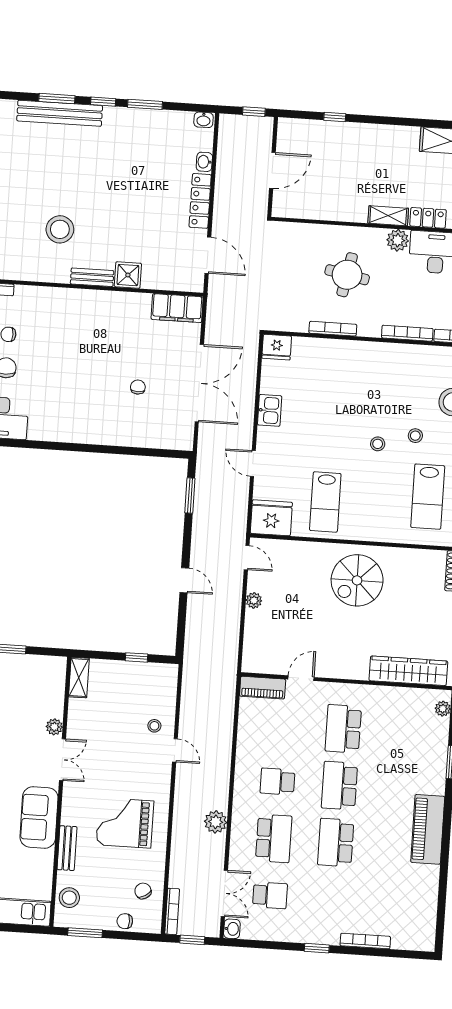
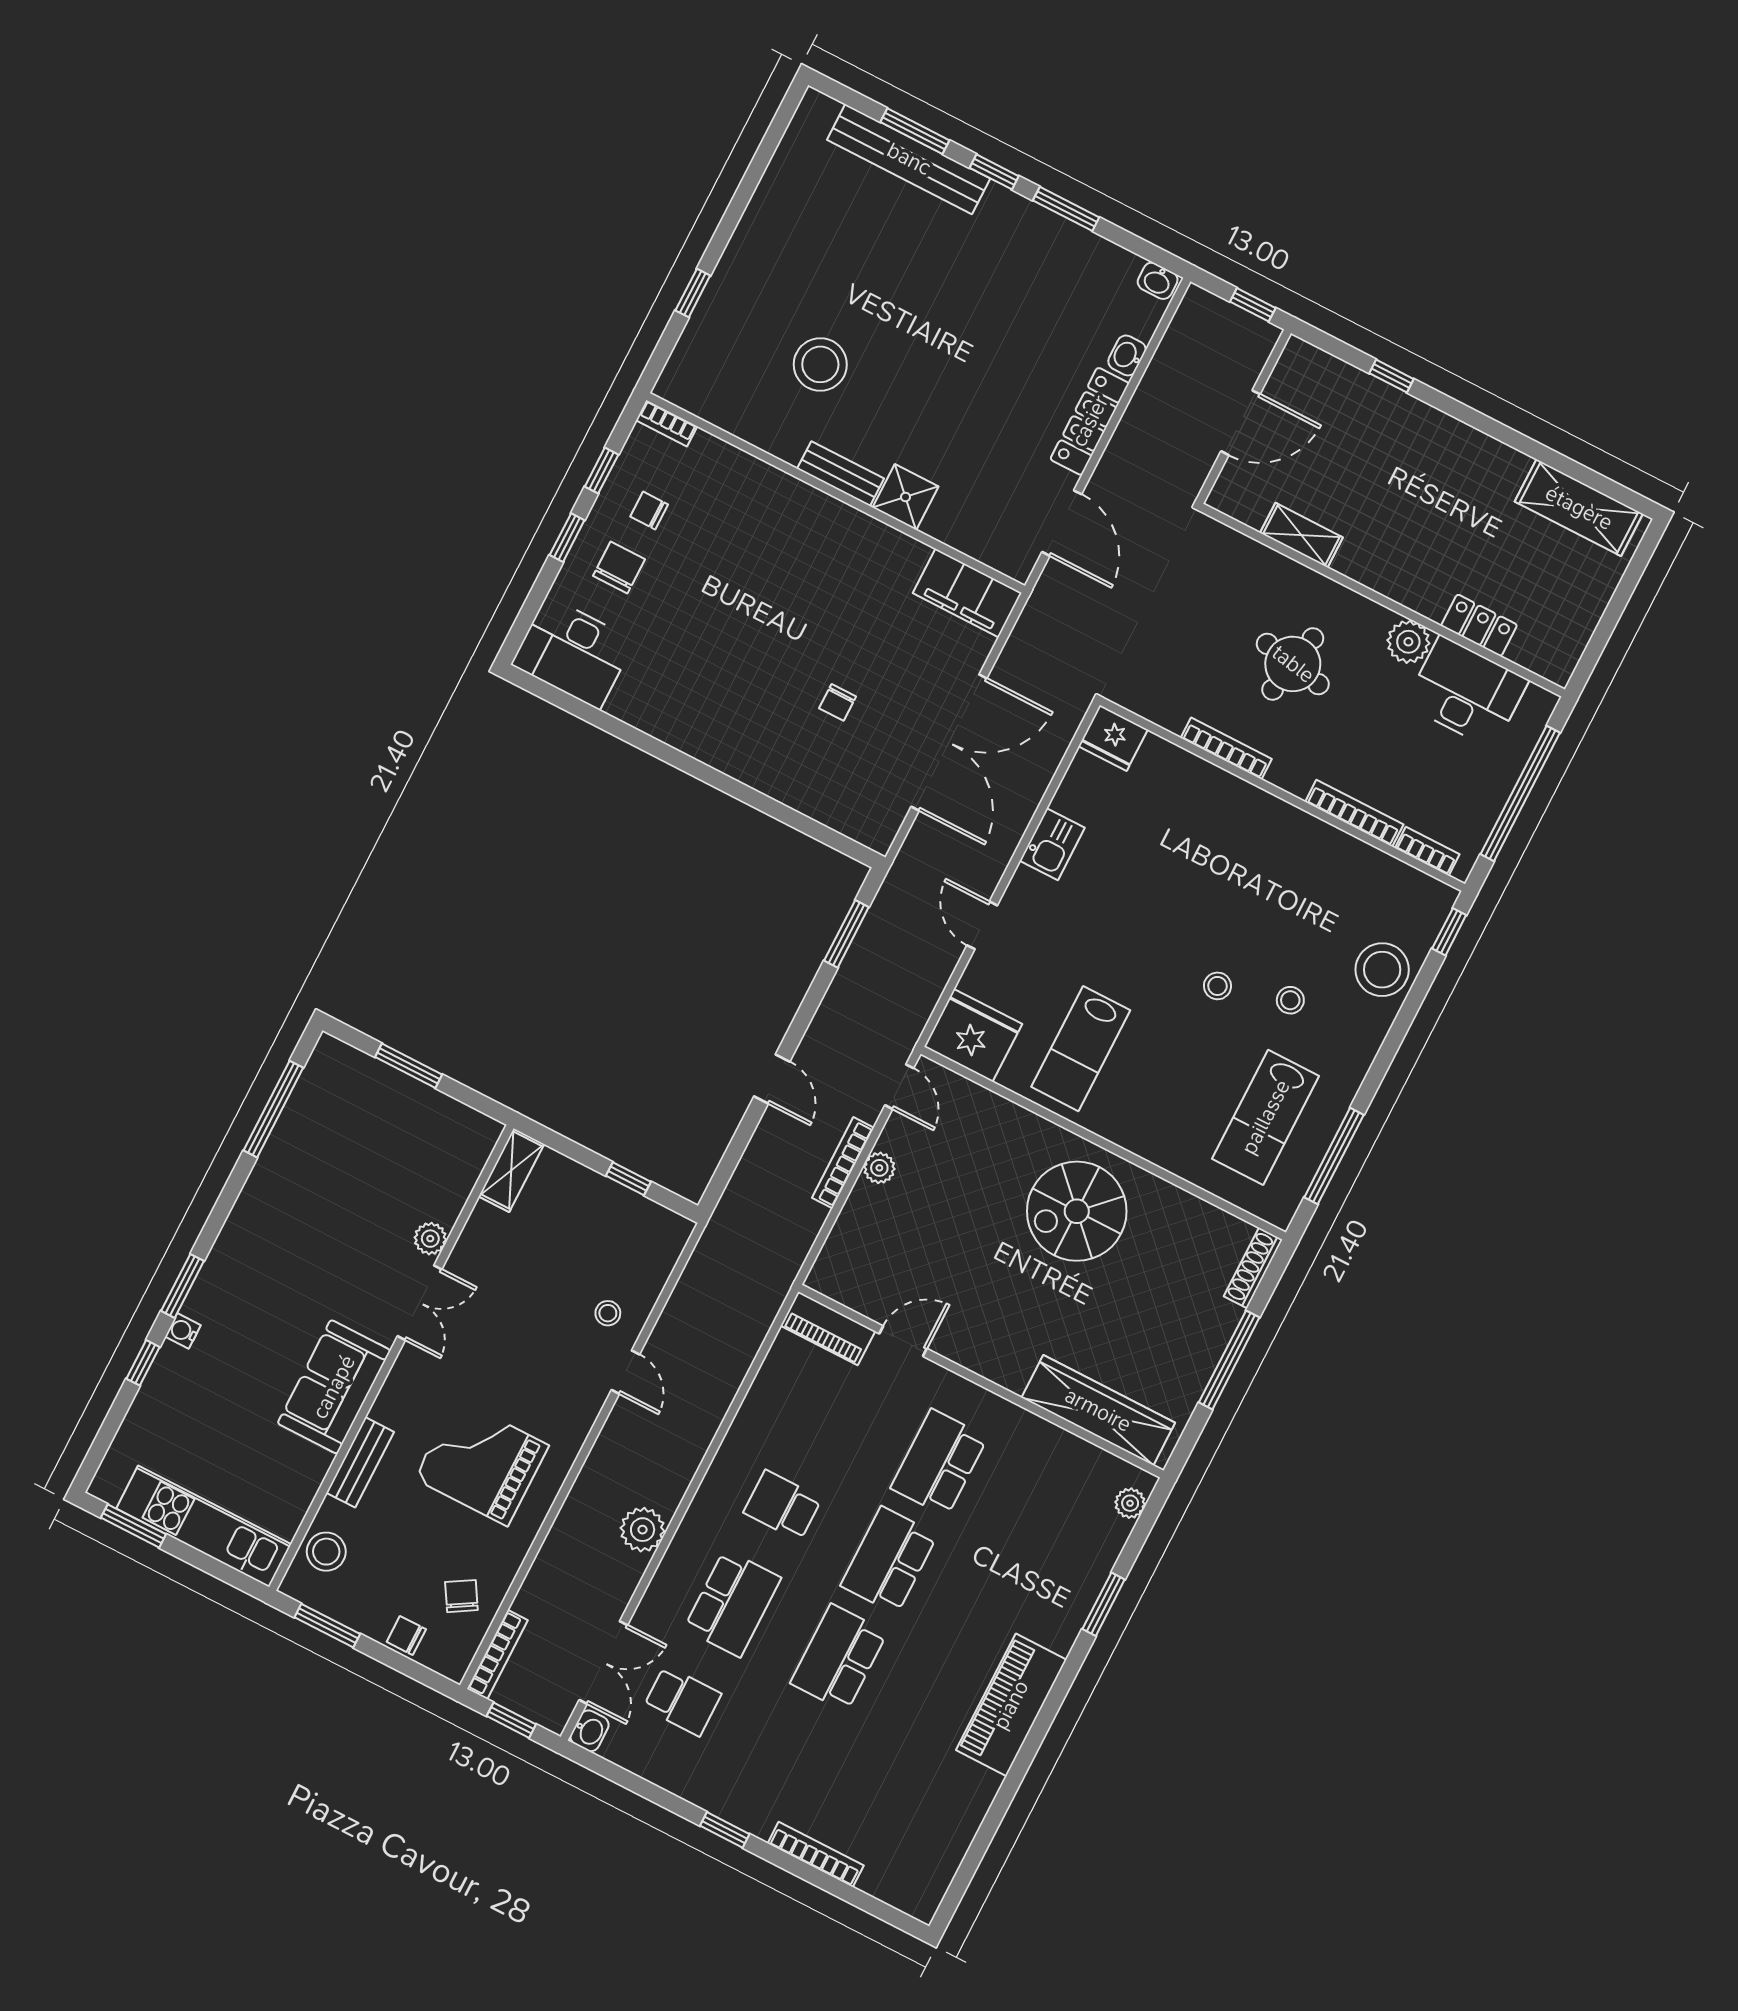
shelving: (388, 216) -> (1301, 535), moved
chair: (138, 387) -> (838, 702), turned 180
bookcase: (235, 606) -> (843, 1163), added

